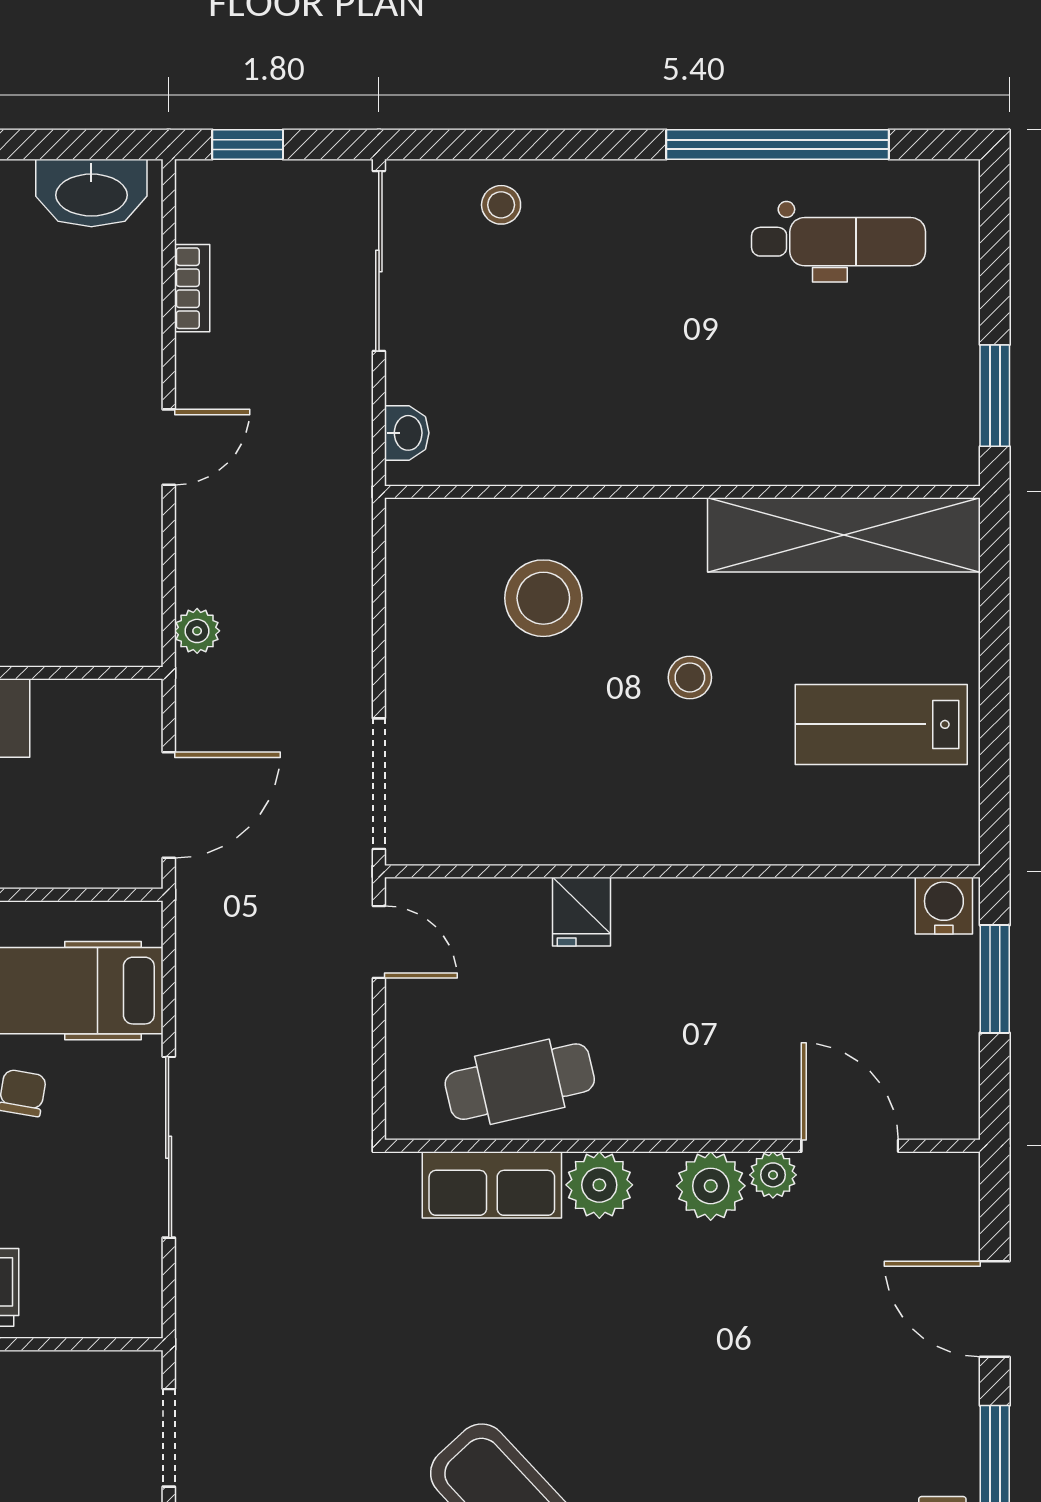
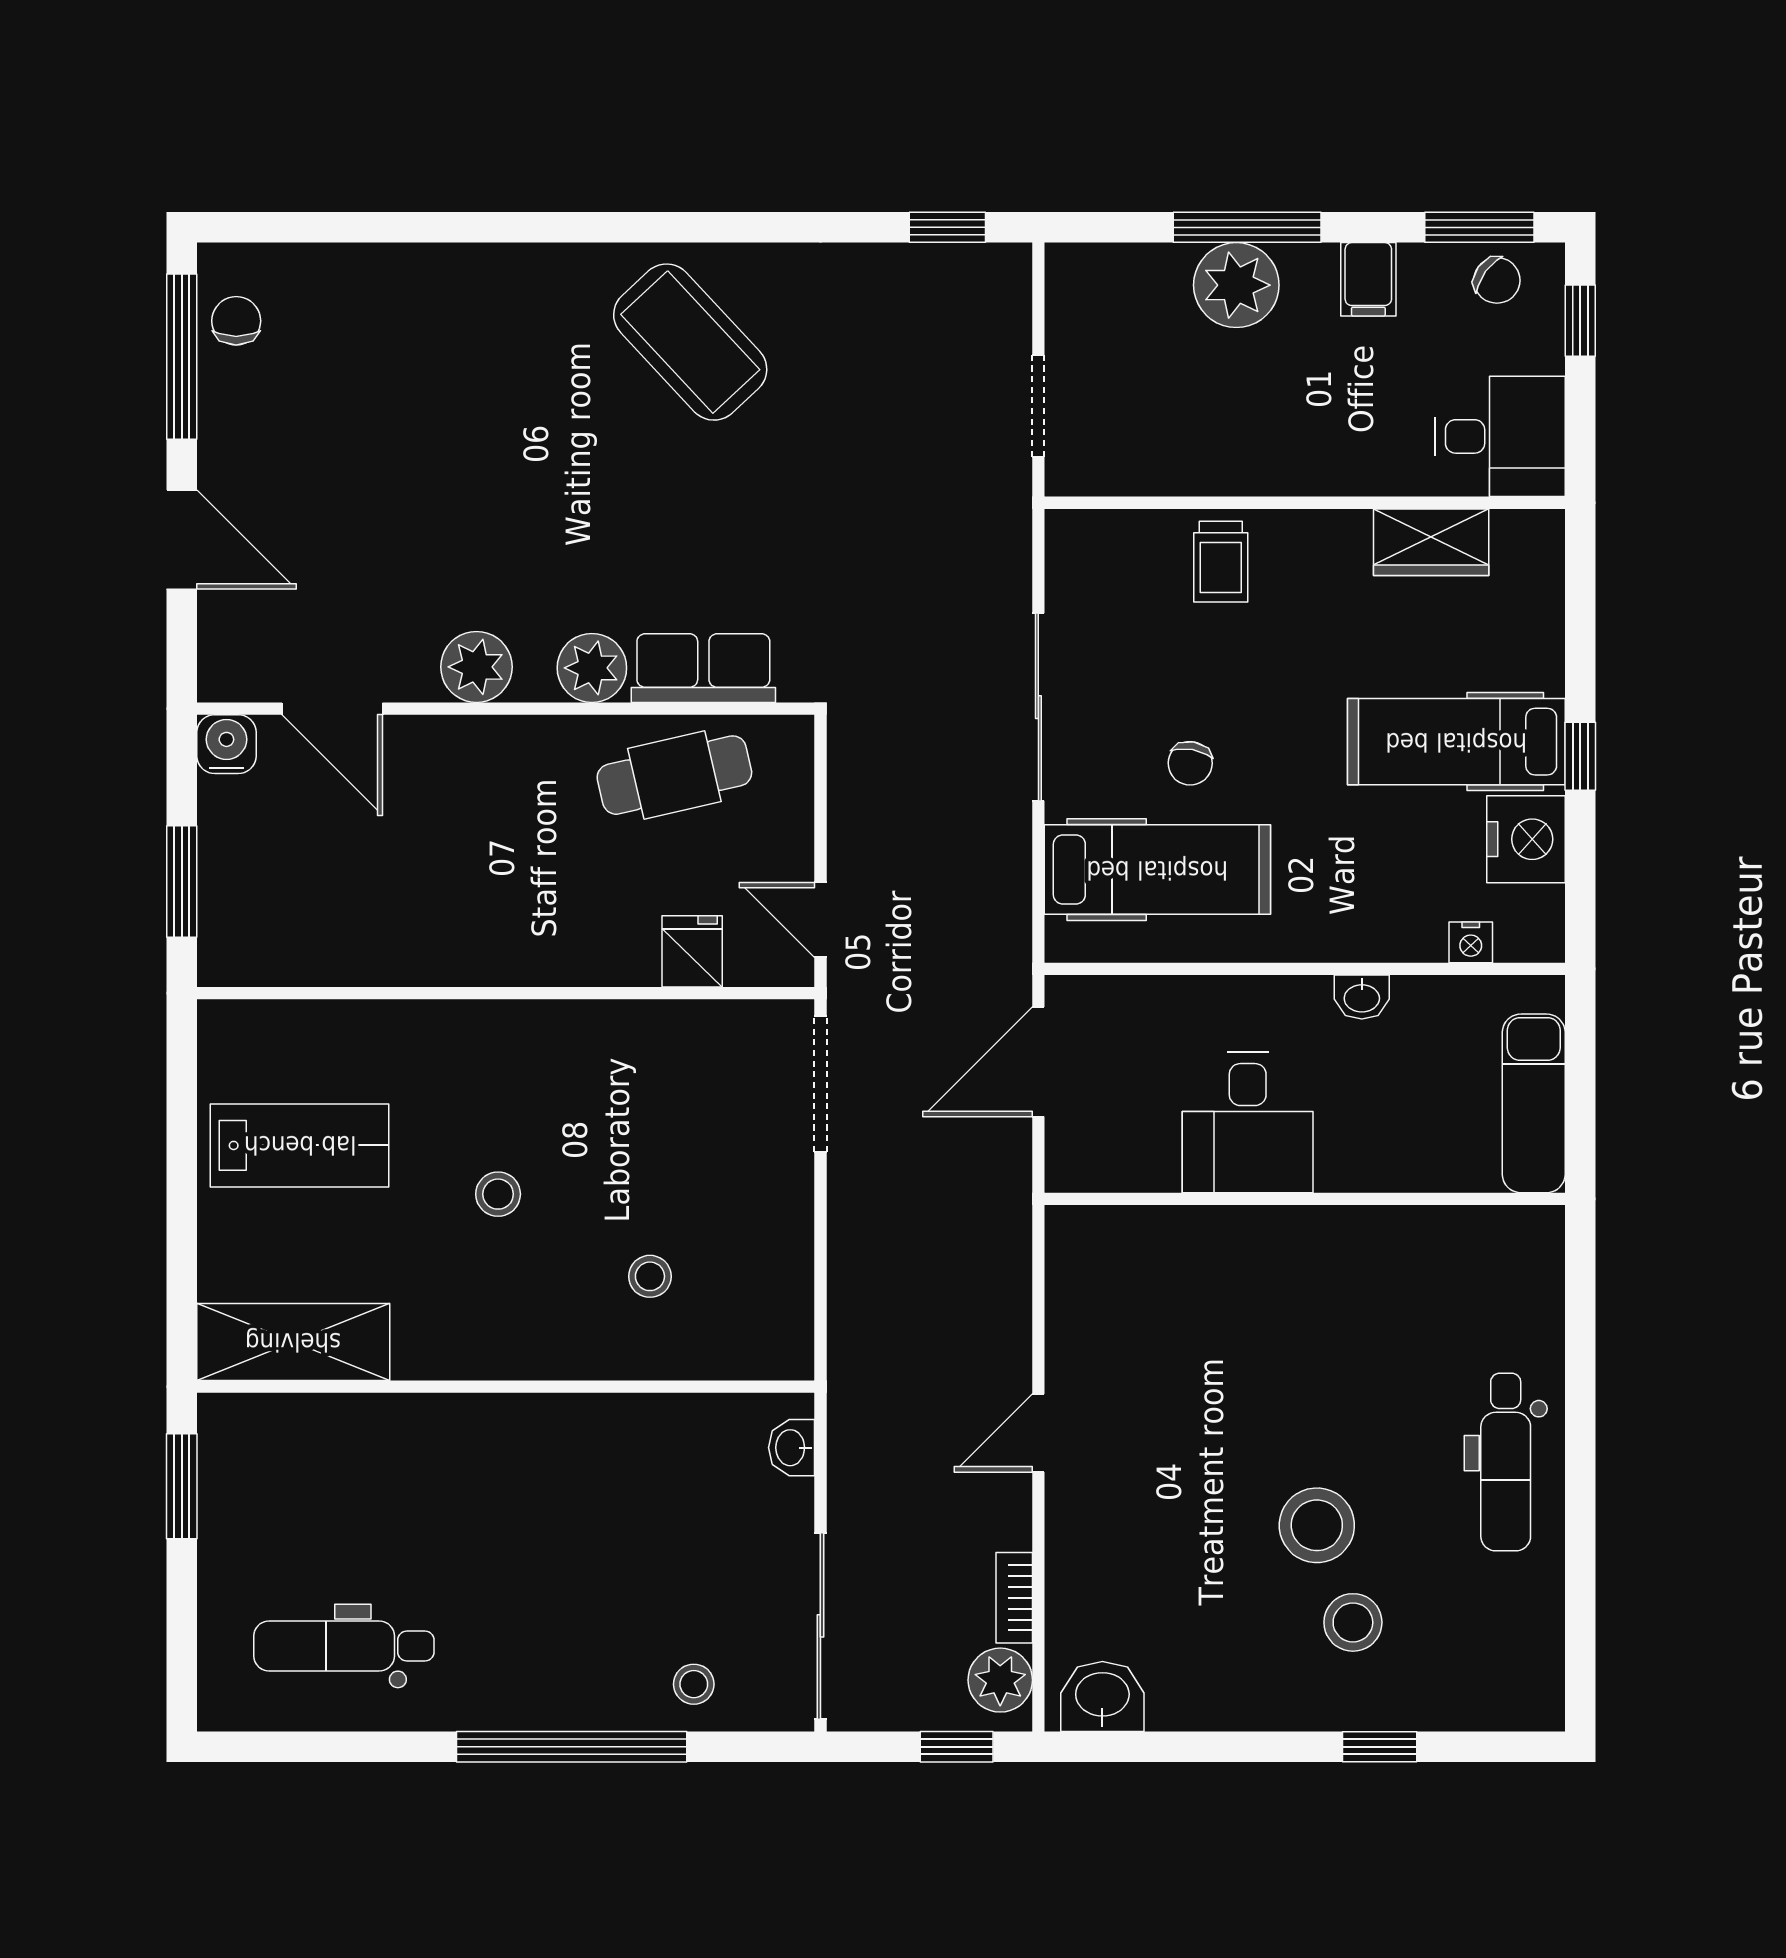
window: (777, 144) -> (572, 1747), moved
washbasin: (91, 193) -> (1102, 1696), width x0.72
shelving: (844, 535) -> (293, 1342), width x0.68
stool: (543, 598) -> (650, 1276), width x0.53, depth x0.53
plant: (197, 631) -> (1000, 1680), moved, width x1.38, depth x1.38
water cooler: (944, 906) -> (226, 744), moved, turned 180
fridge: (582, 912) -> (692, 951), moved
plant: (773, 1175) -> (412, 678), removed

